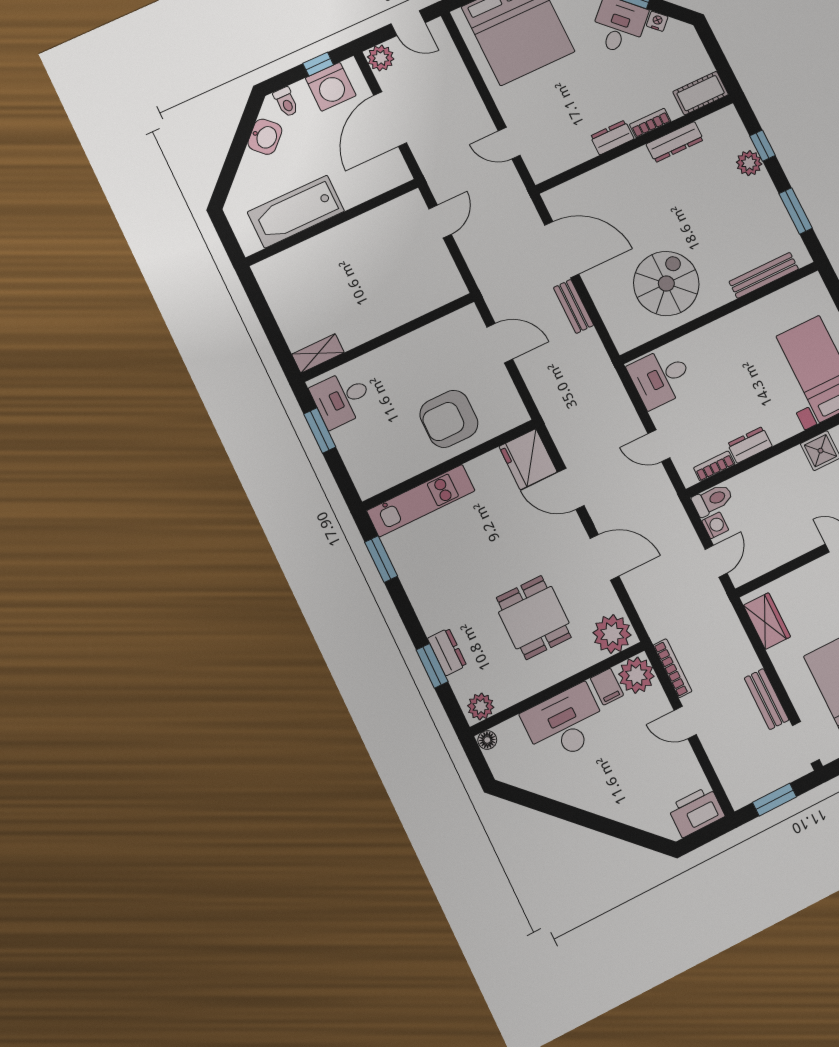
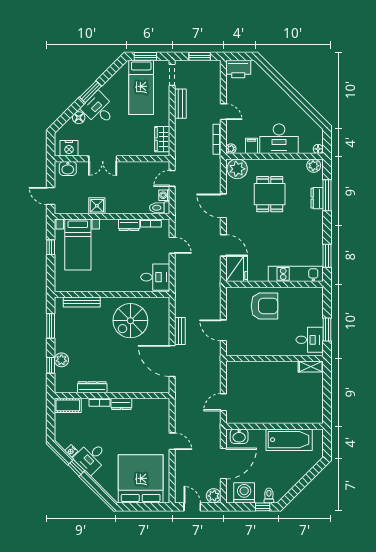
window: (318, 64) -> (263, 507), moved
washbasin: (265, 137) -> (239, 436), moved, turned -135
door: (509, 143) -> (172, 441), moved
window: (432, 666) -> (327, 195), width x1.44
plant: (636, 675) -> (231, 149), width x0.53, depth x0.53

